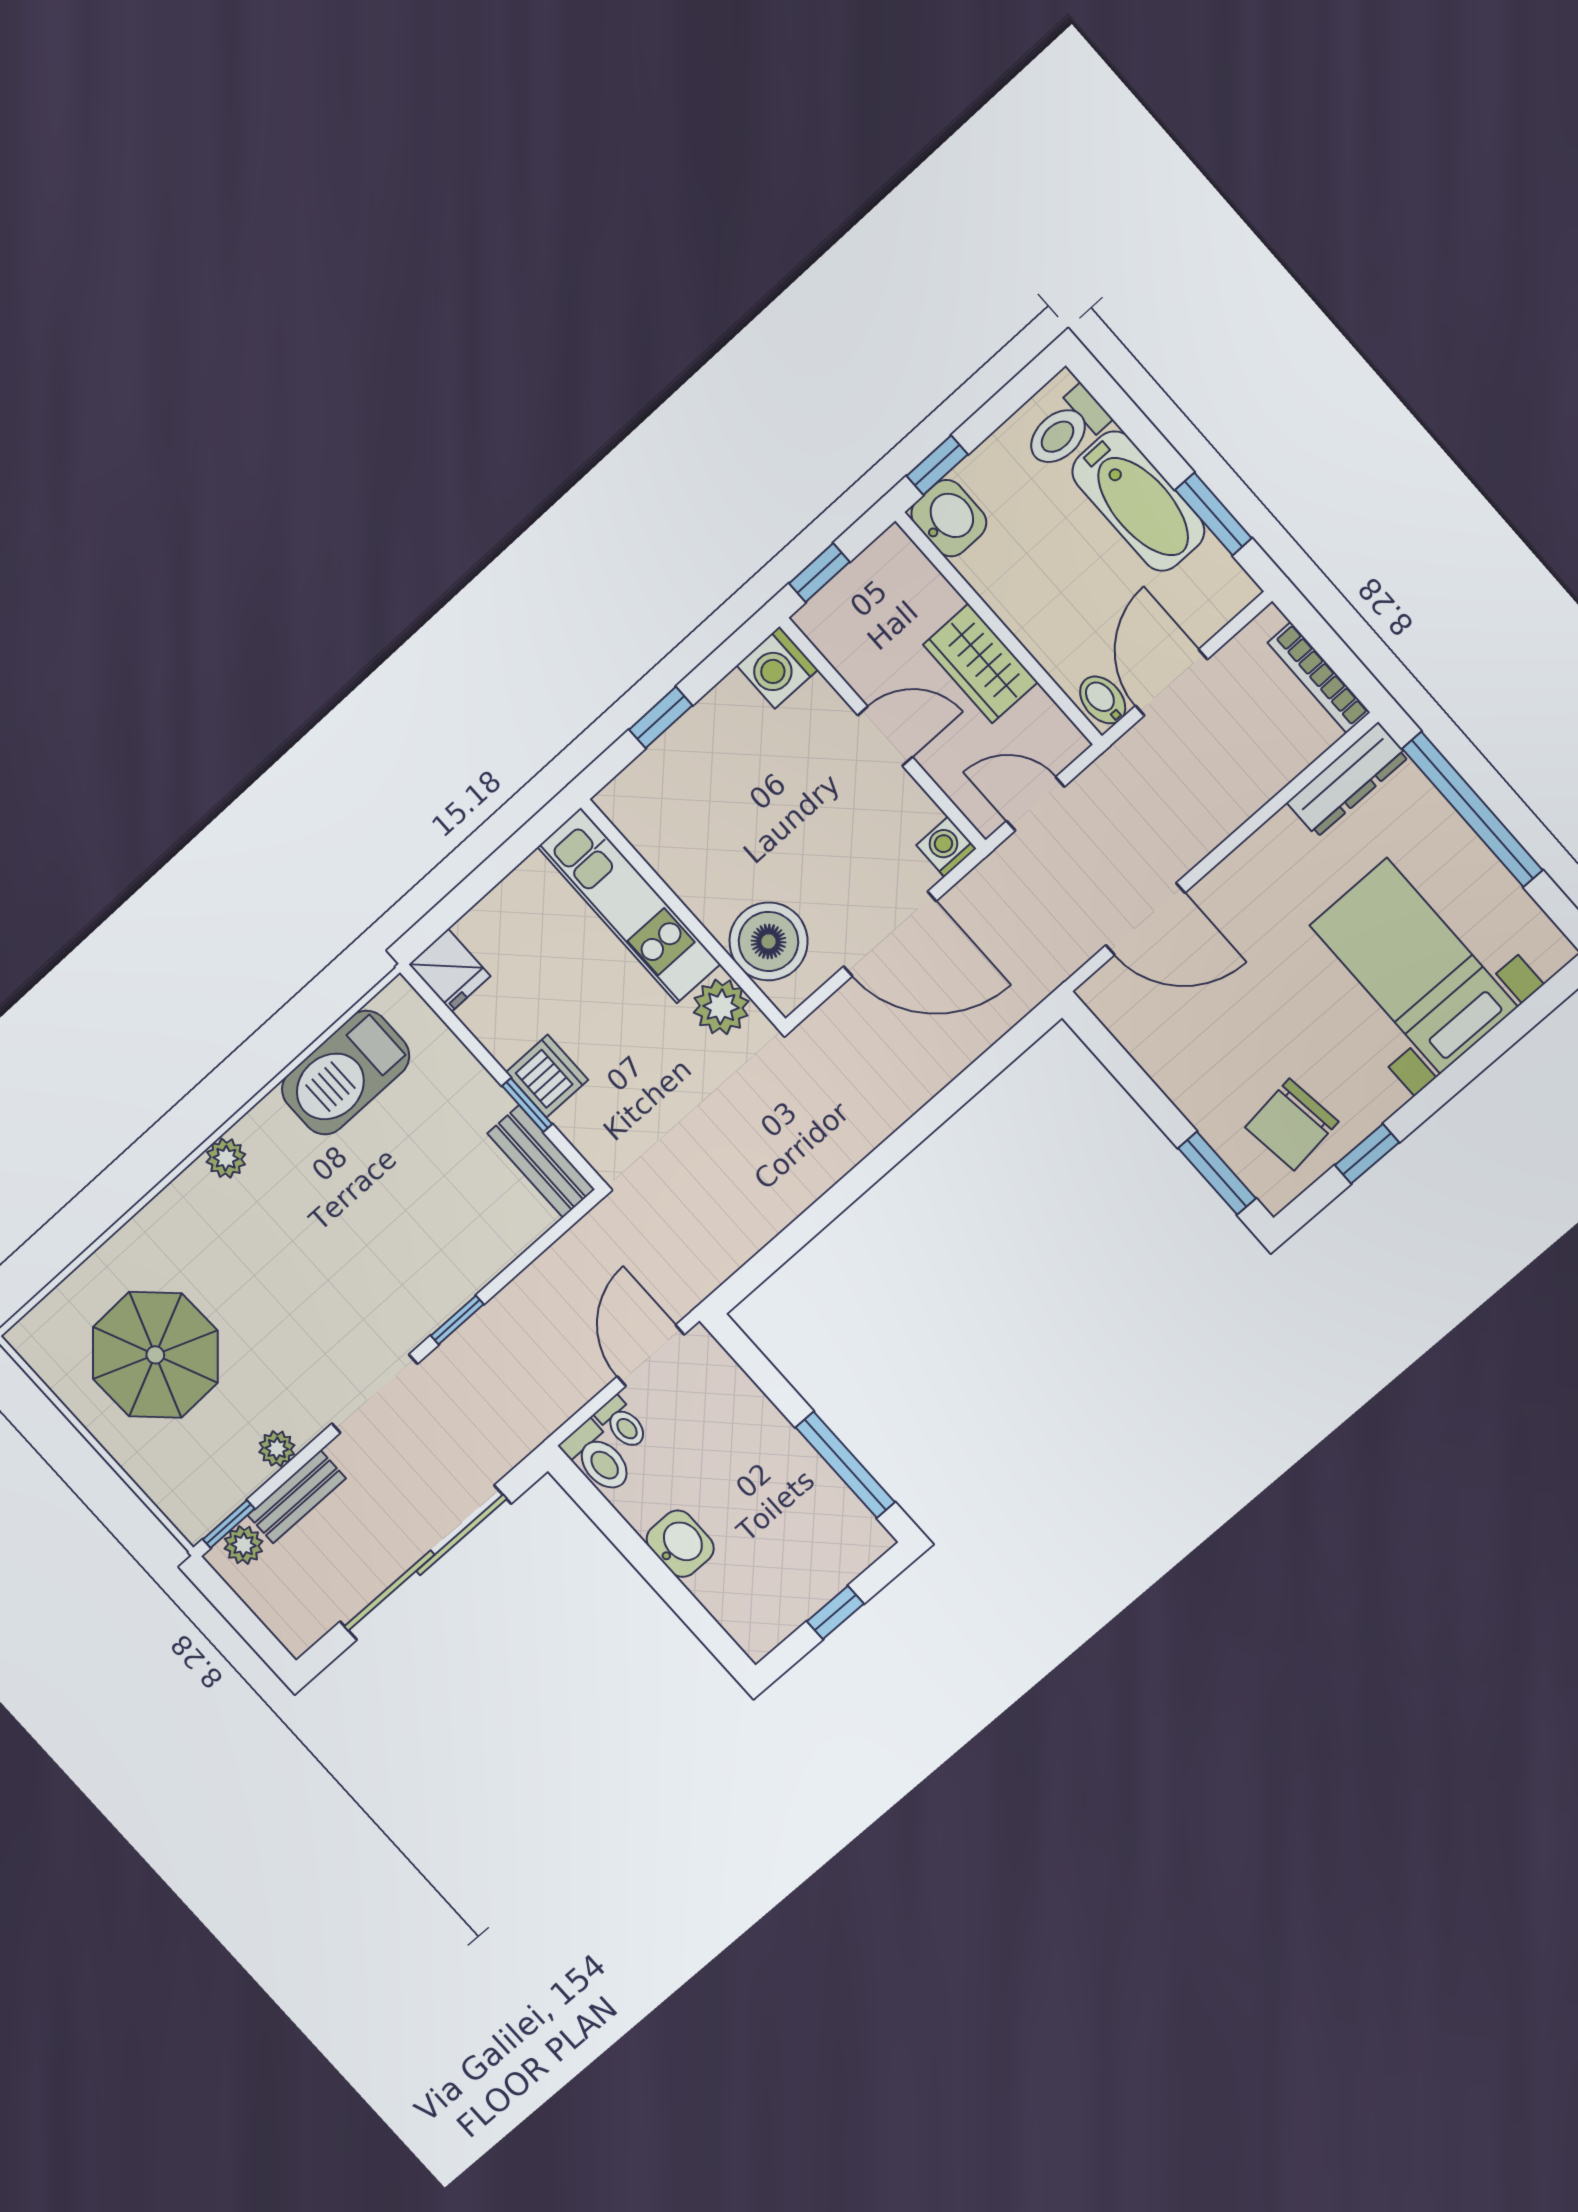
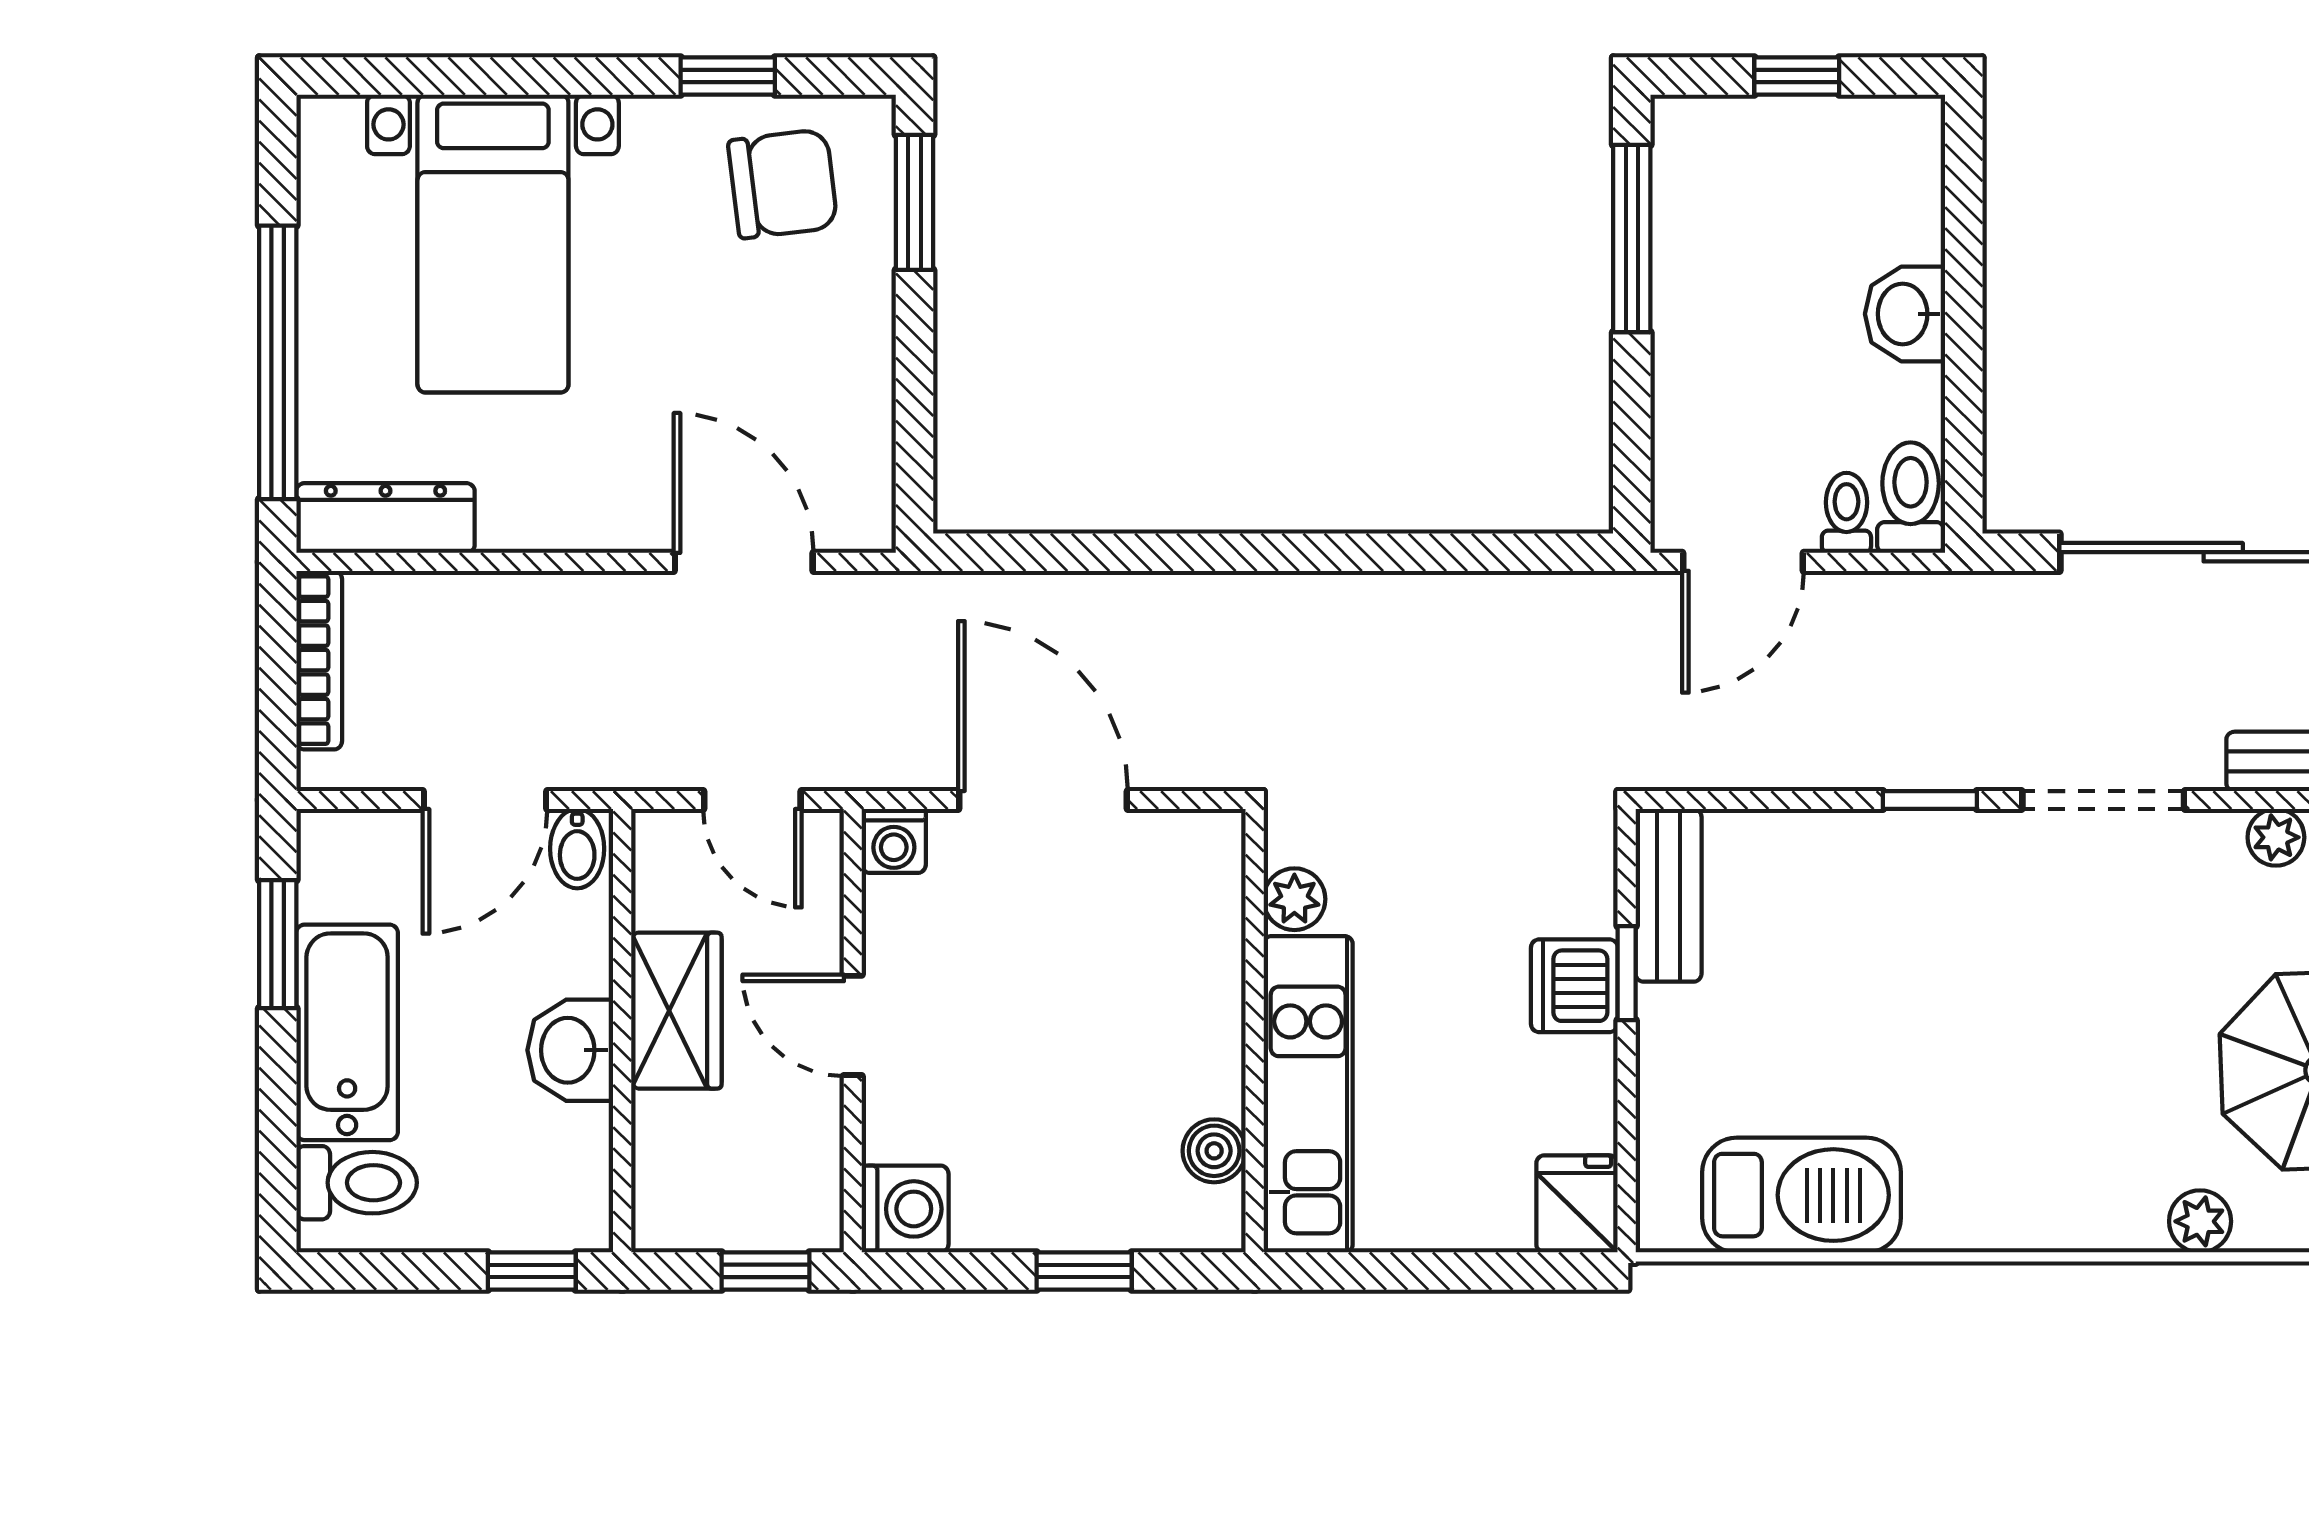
washbasin: (949, 518) -> (570, 1050), moved
boiler: (768, 941) -> (1214, 1151), moved, width x0.54, depth x0.54
plant: (721, 1007) -> (1294, 899), width x0.73, depth x0.73
plant: (226, 1158) -> (2200, 1221), moved

